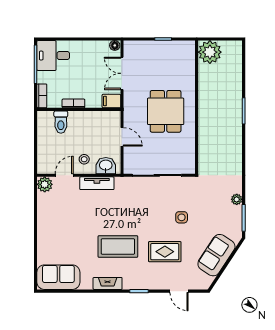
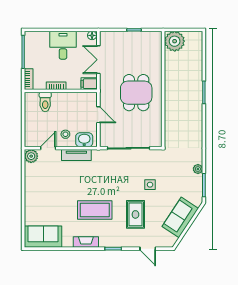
desk: (53, 56) -> (63, 45), moved, turned 90
rug: (165, 252) -> (135, 214), turned 90

